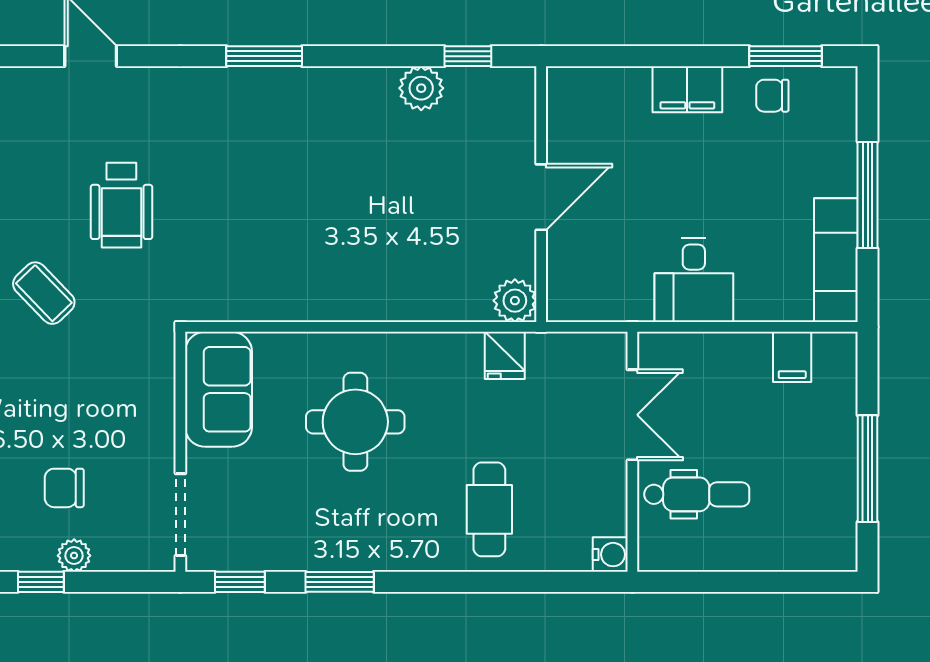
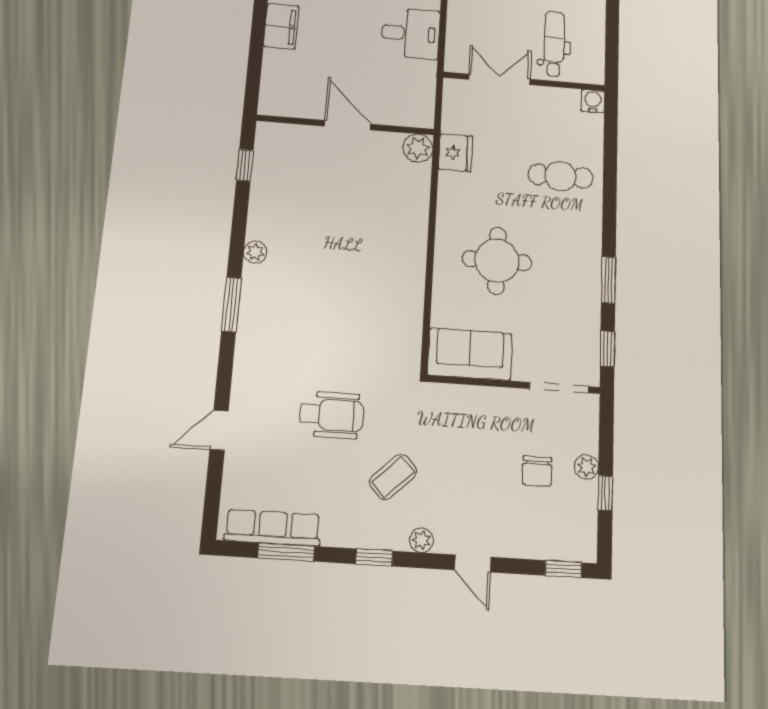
plant: (421, 88) -> (255, 252), moved, width x0.73, depth x0.73
fridge: (505, 355) -> (456, 153), width x1.38

